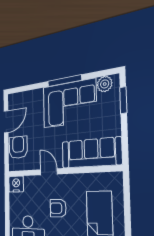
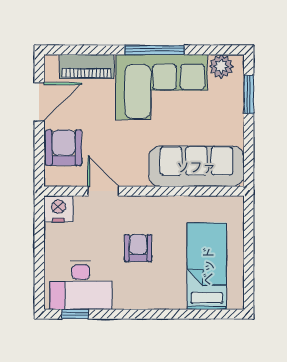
piano: (29, 98) -> (87, 67), added
door: (49, 172) -> (103, 191), moved
armchair: (58, 208) -> (138, 248), turned 90

